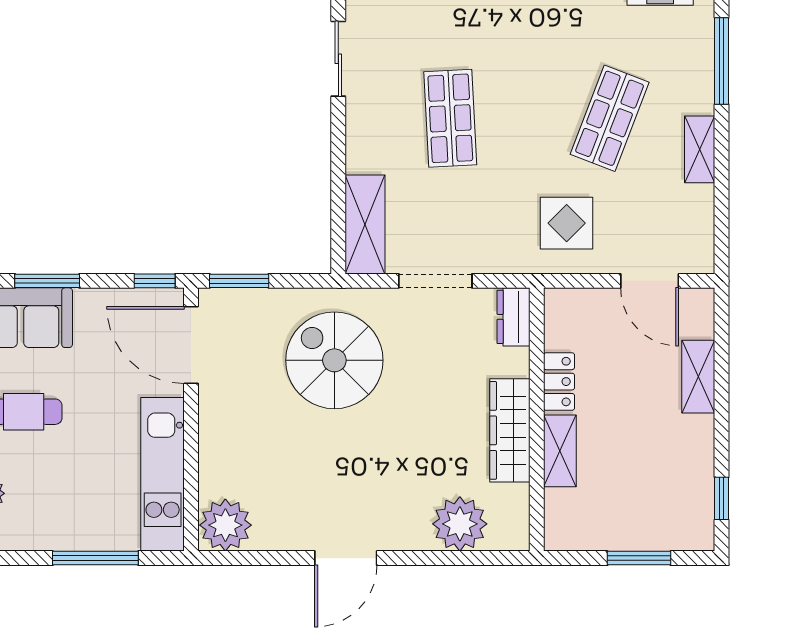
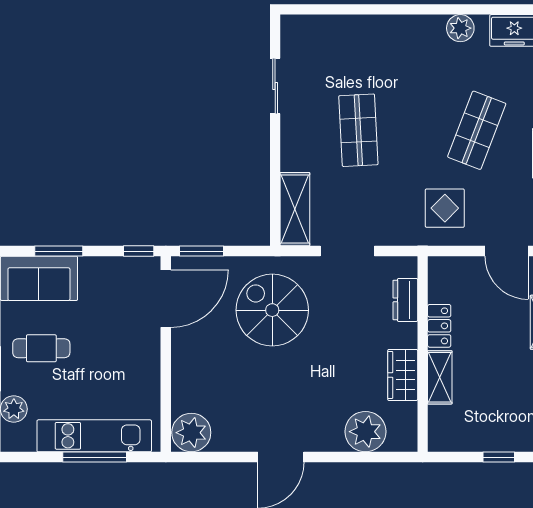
dresser: (514, 317) -> (405, 300), moved
door: (191, 345) -> (166, 299), swing flipped
wardrobe: (510, 430) -> (403, 375), width x0.67
kitchen unit: (163, 474) -> (94, 436), moved, turned 90
window: (639, 558) -> (499, 457), width x0.67

